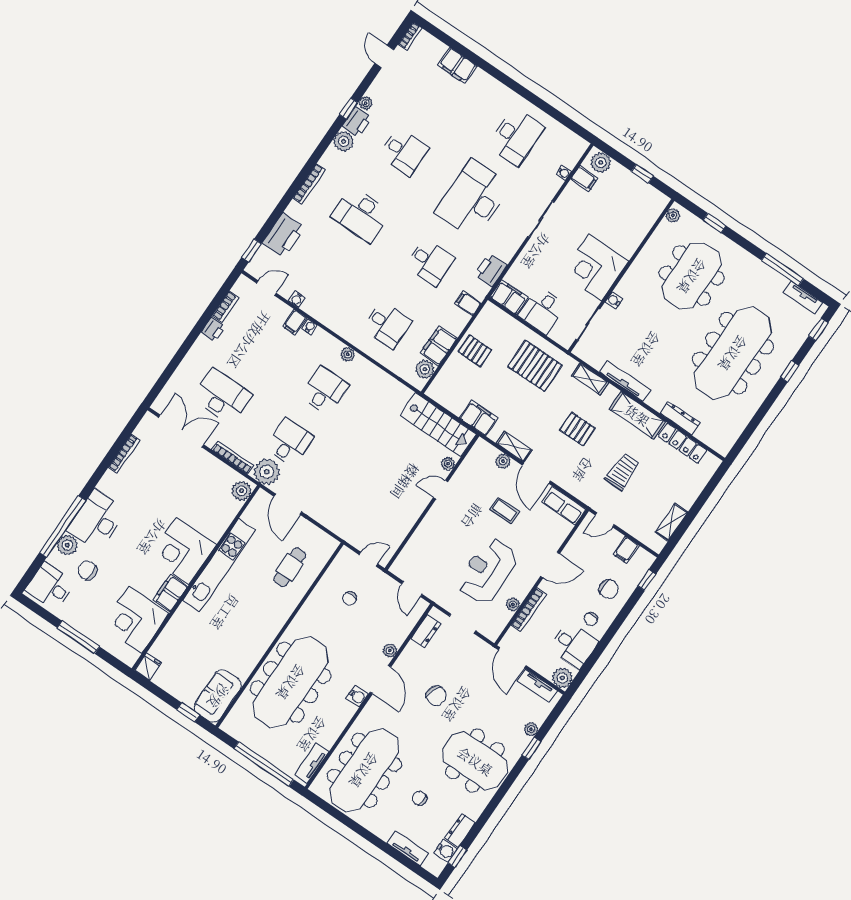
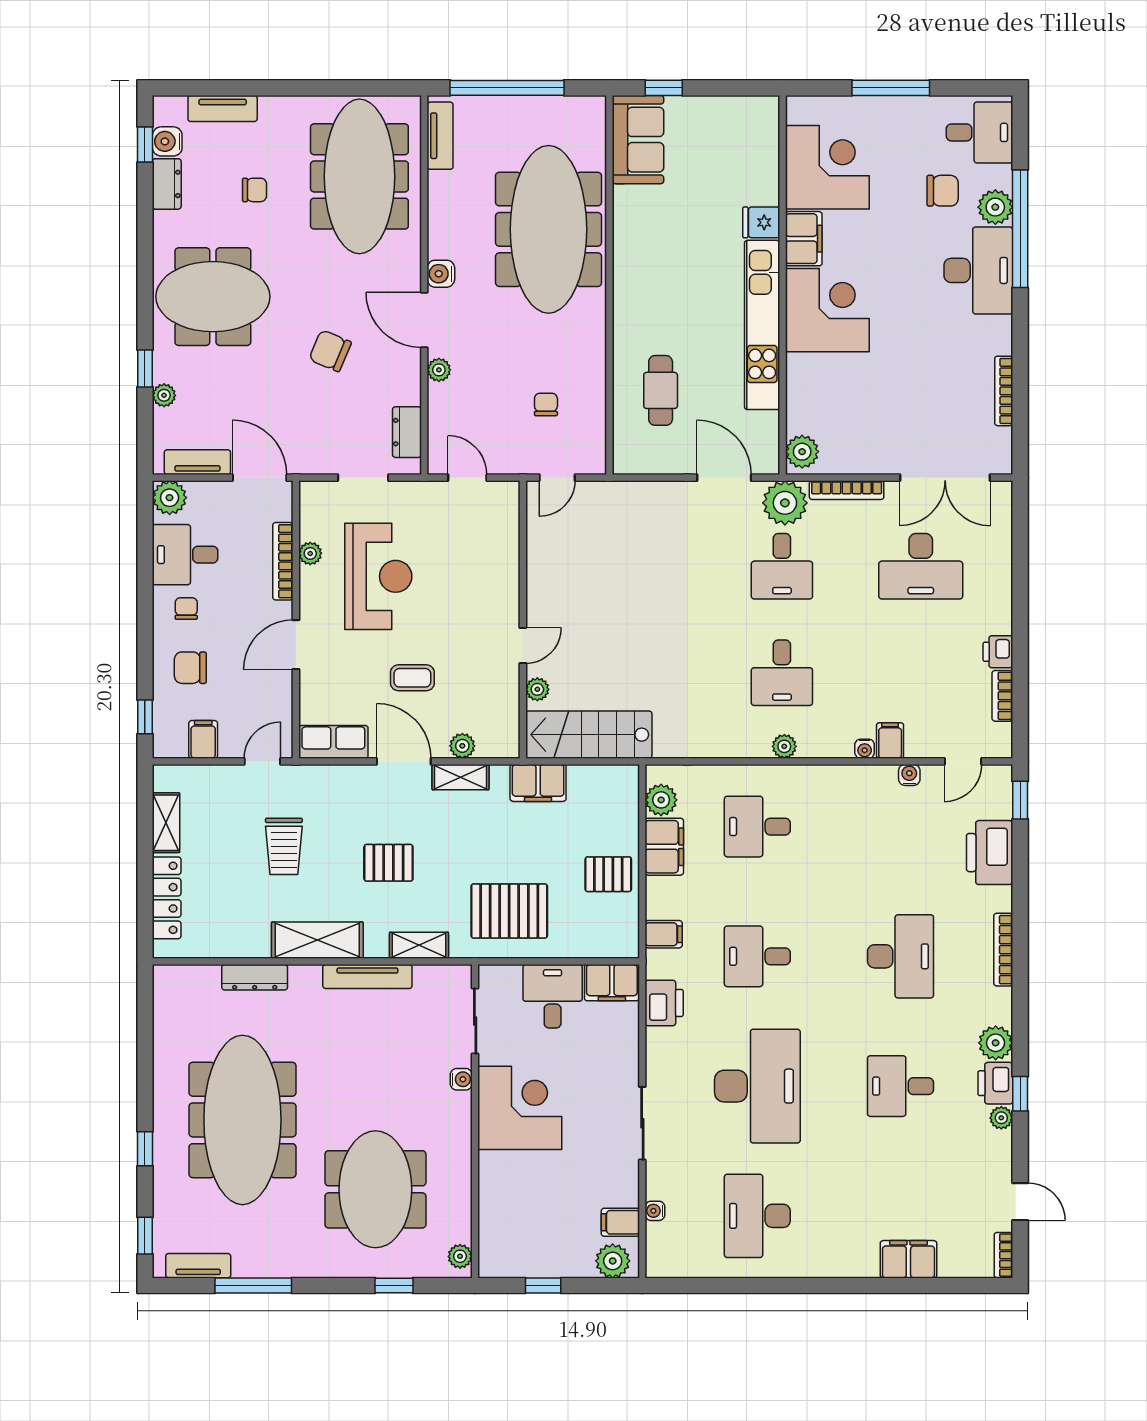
desk: (361, 215) -> (900, 956), turned 90
locker: (683, 443) -> (167, 898), moved, turned 90
fridge: (148, 667) -> (761, 222), moved, turned 90

